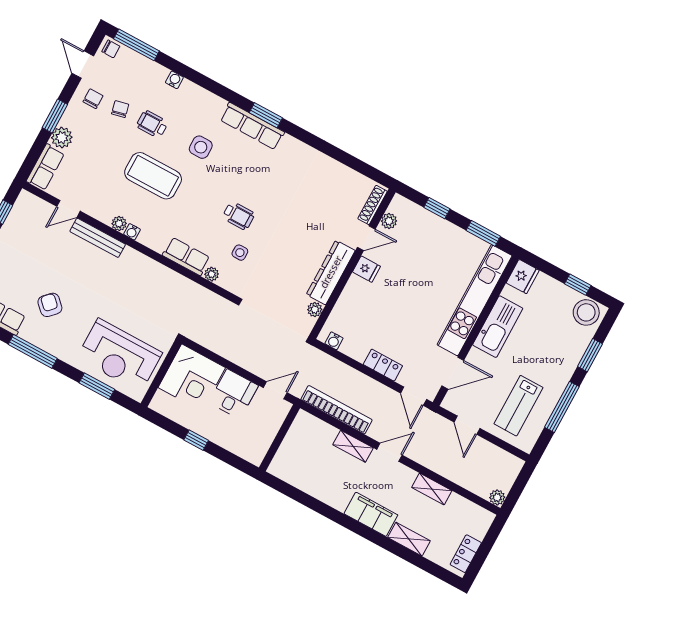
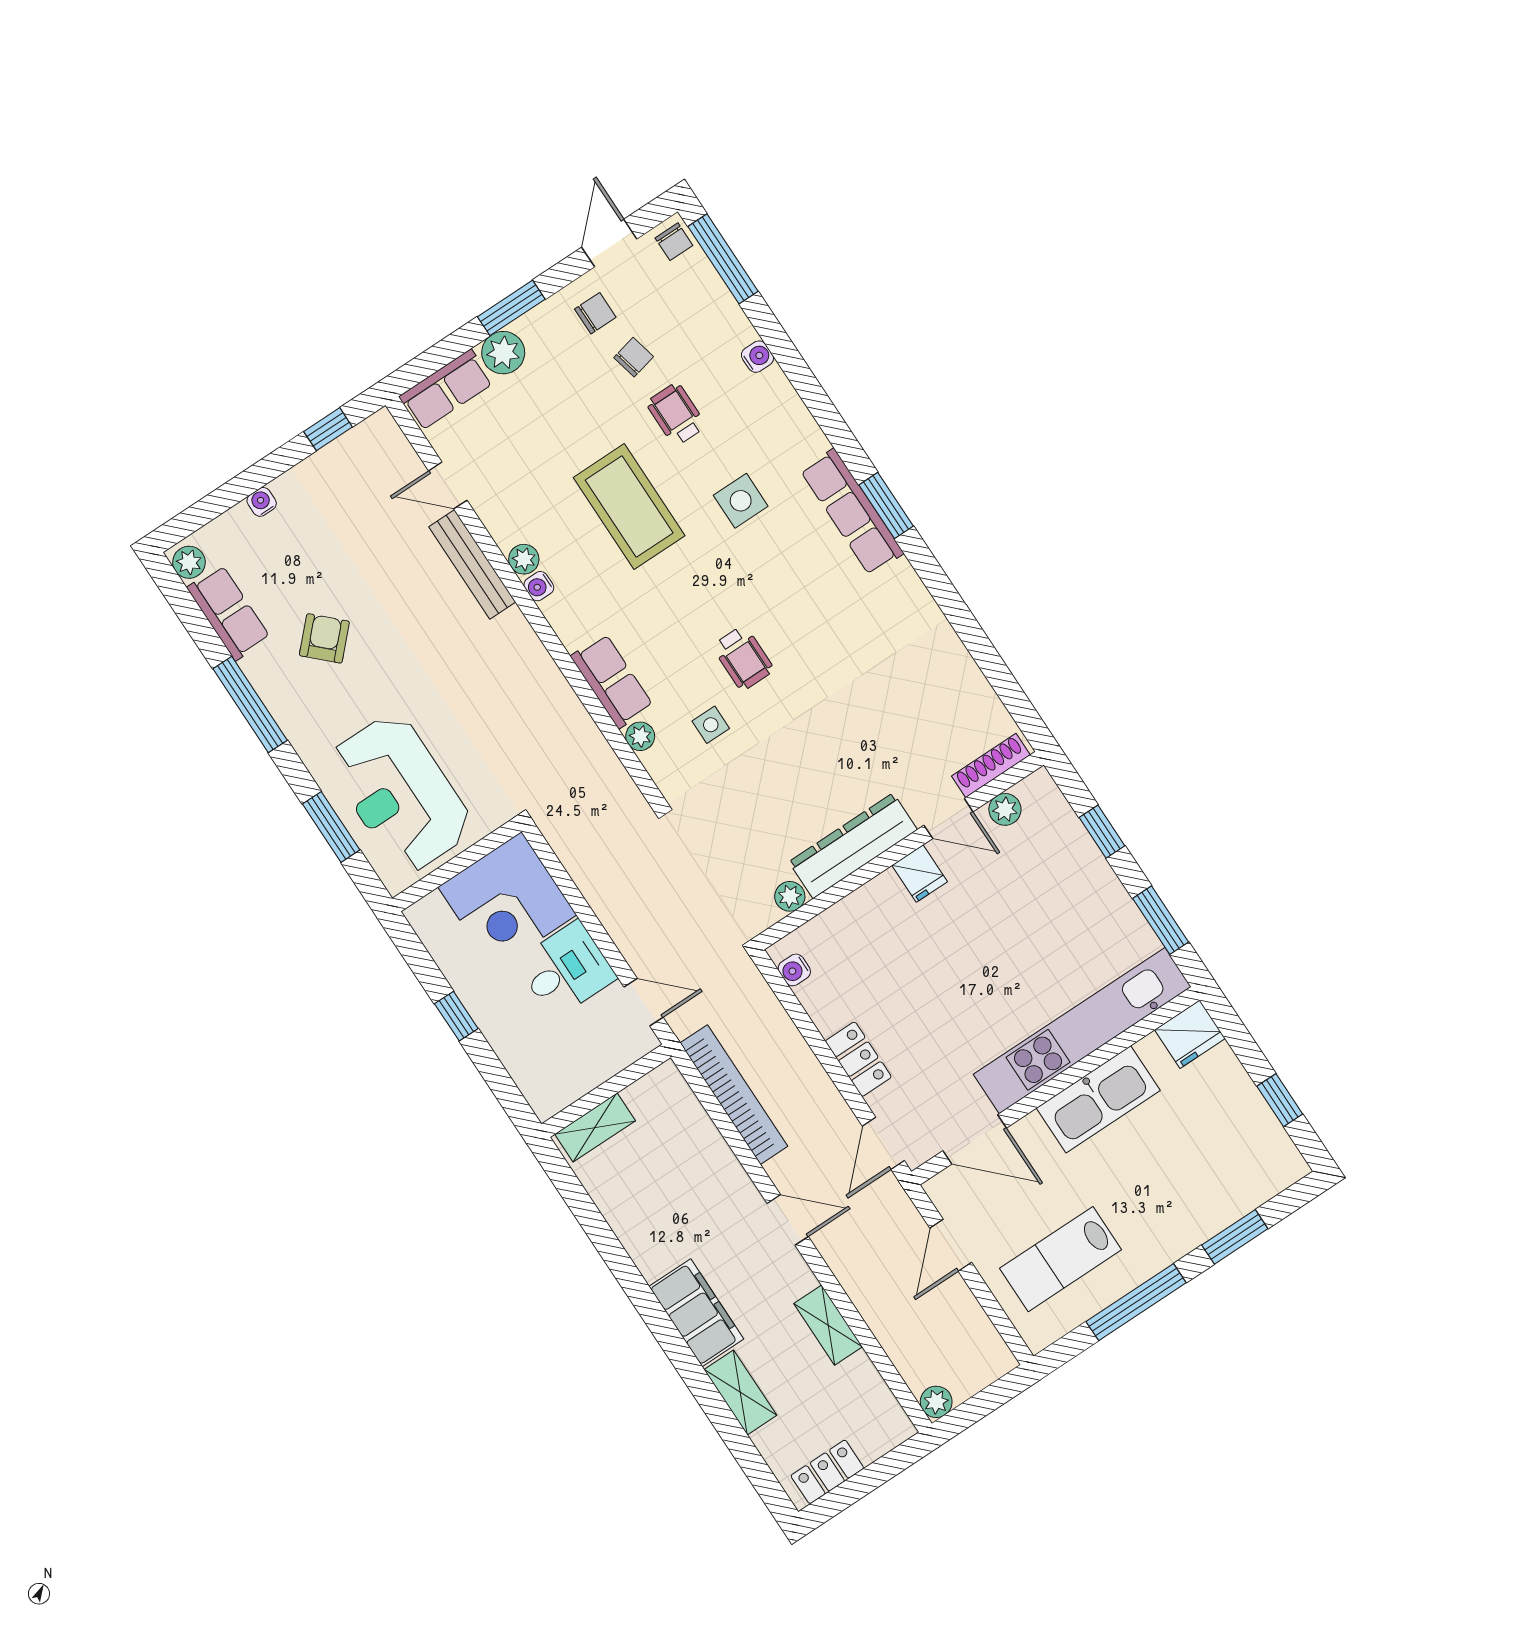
stool: (586, 312) -> (1269, 1158), removed
shelving: (353, 446) -> (595, 1127), moved, turned 90

